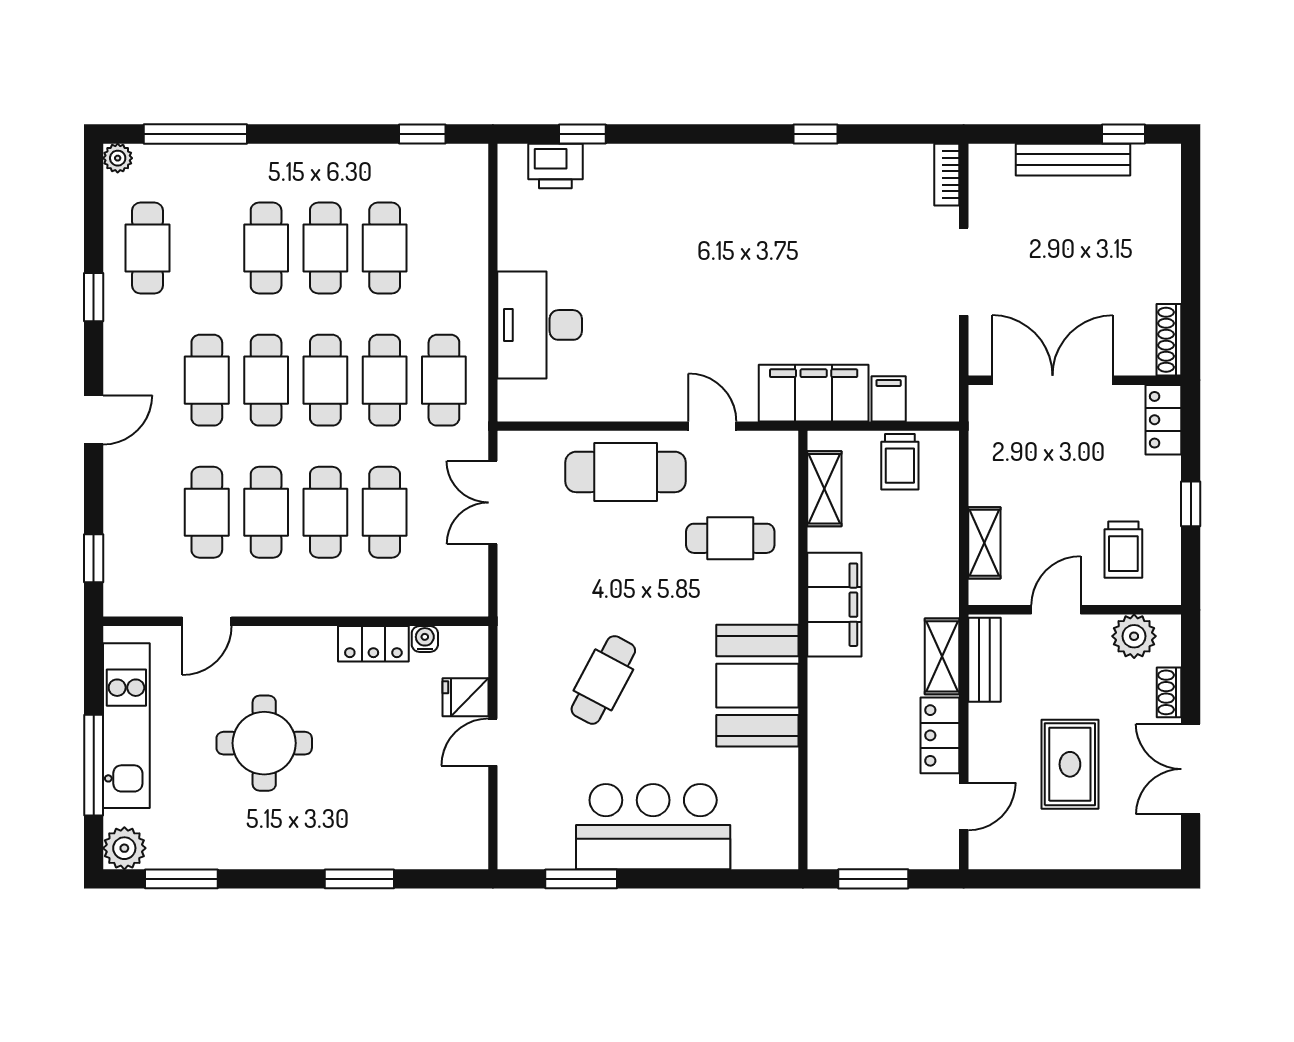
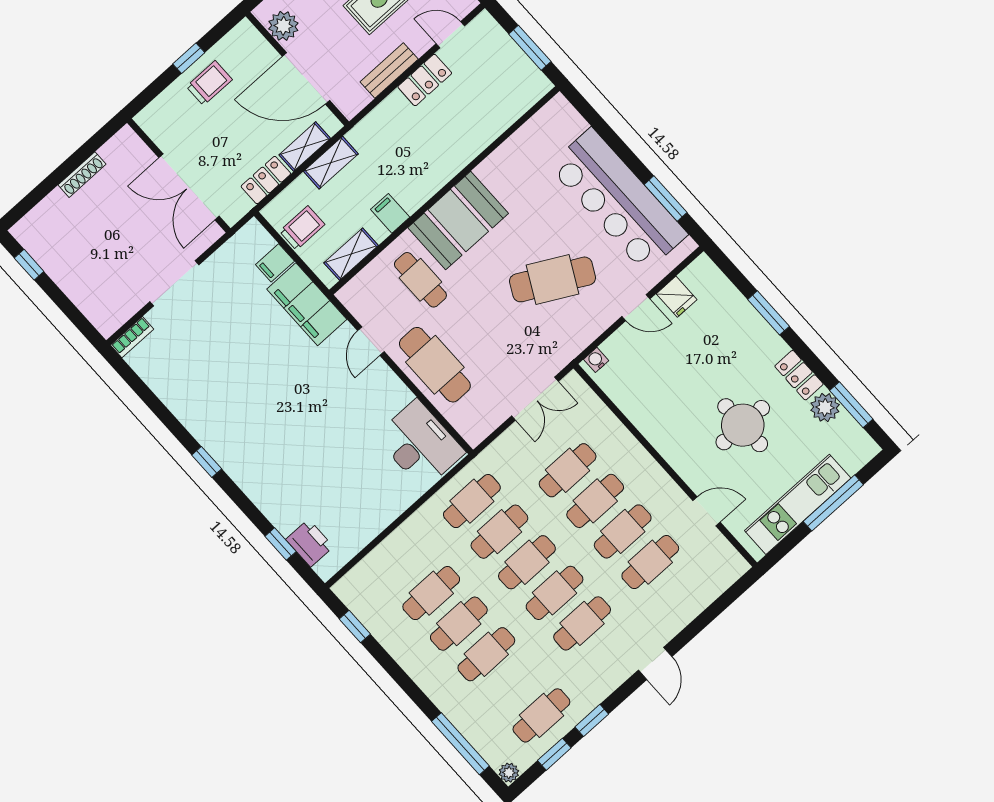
window: (815, 134) -> (207, 462), moved
bench: (1073, 160) -> (66, 279), removed
desk: (540, 325) -> (420, 444), moved, turned -90
shoe rack: (1169, 340) -> (82, 175), moved
door: (94, 420) -> (655, 663), swing flipped
locker: (1163, 420) -> (266, 180), moved, turned 180
double door: (493, 503) -> (535, 399), moved
trolley: (1123, 550) -> (209, 83), moved
window: (94, 558) -> (554, 754), moved
filing cabinet: (834, 605) -> (390, 213), width x0.33, depth x0.86
door: (1056, 610) -> (306, 78), width x1.87
water cooler: (425, 639) -> (596, 360), moved, turned 90
locker: (373, 644) -> (799, 375), moved, turned 180
shelving: (942, 656) -> (331, 163), moved
bench: (984, 660) -> (389, 71), moved
cafe table: (603, 680) -> (553, 279), width x1.37, depth x1.35
booth: (757, 686) -> (458, 221), moved
fridge: (465, 697) -> (677, 297), moved
bar counter: (653, 827) -> (618, 200), width x1.36
plant: (124, 848) -> (825, 407), moved

